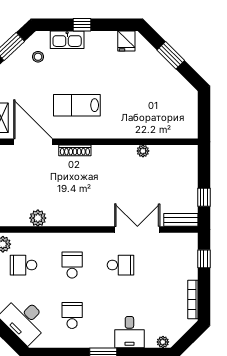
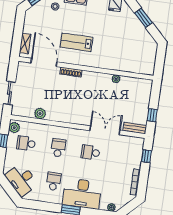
school desk: (121, 265) -> (90, 152), turned 180
desk: (129, 332) -> (82, 193), width x1.87, depth x1.30

